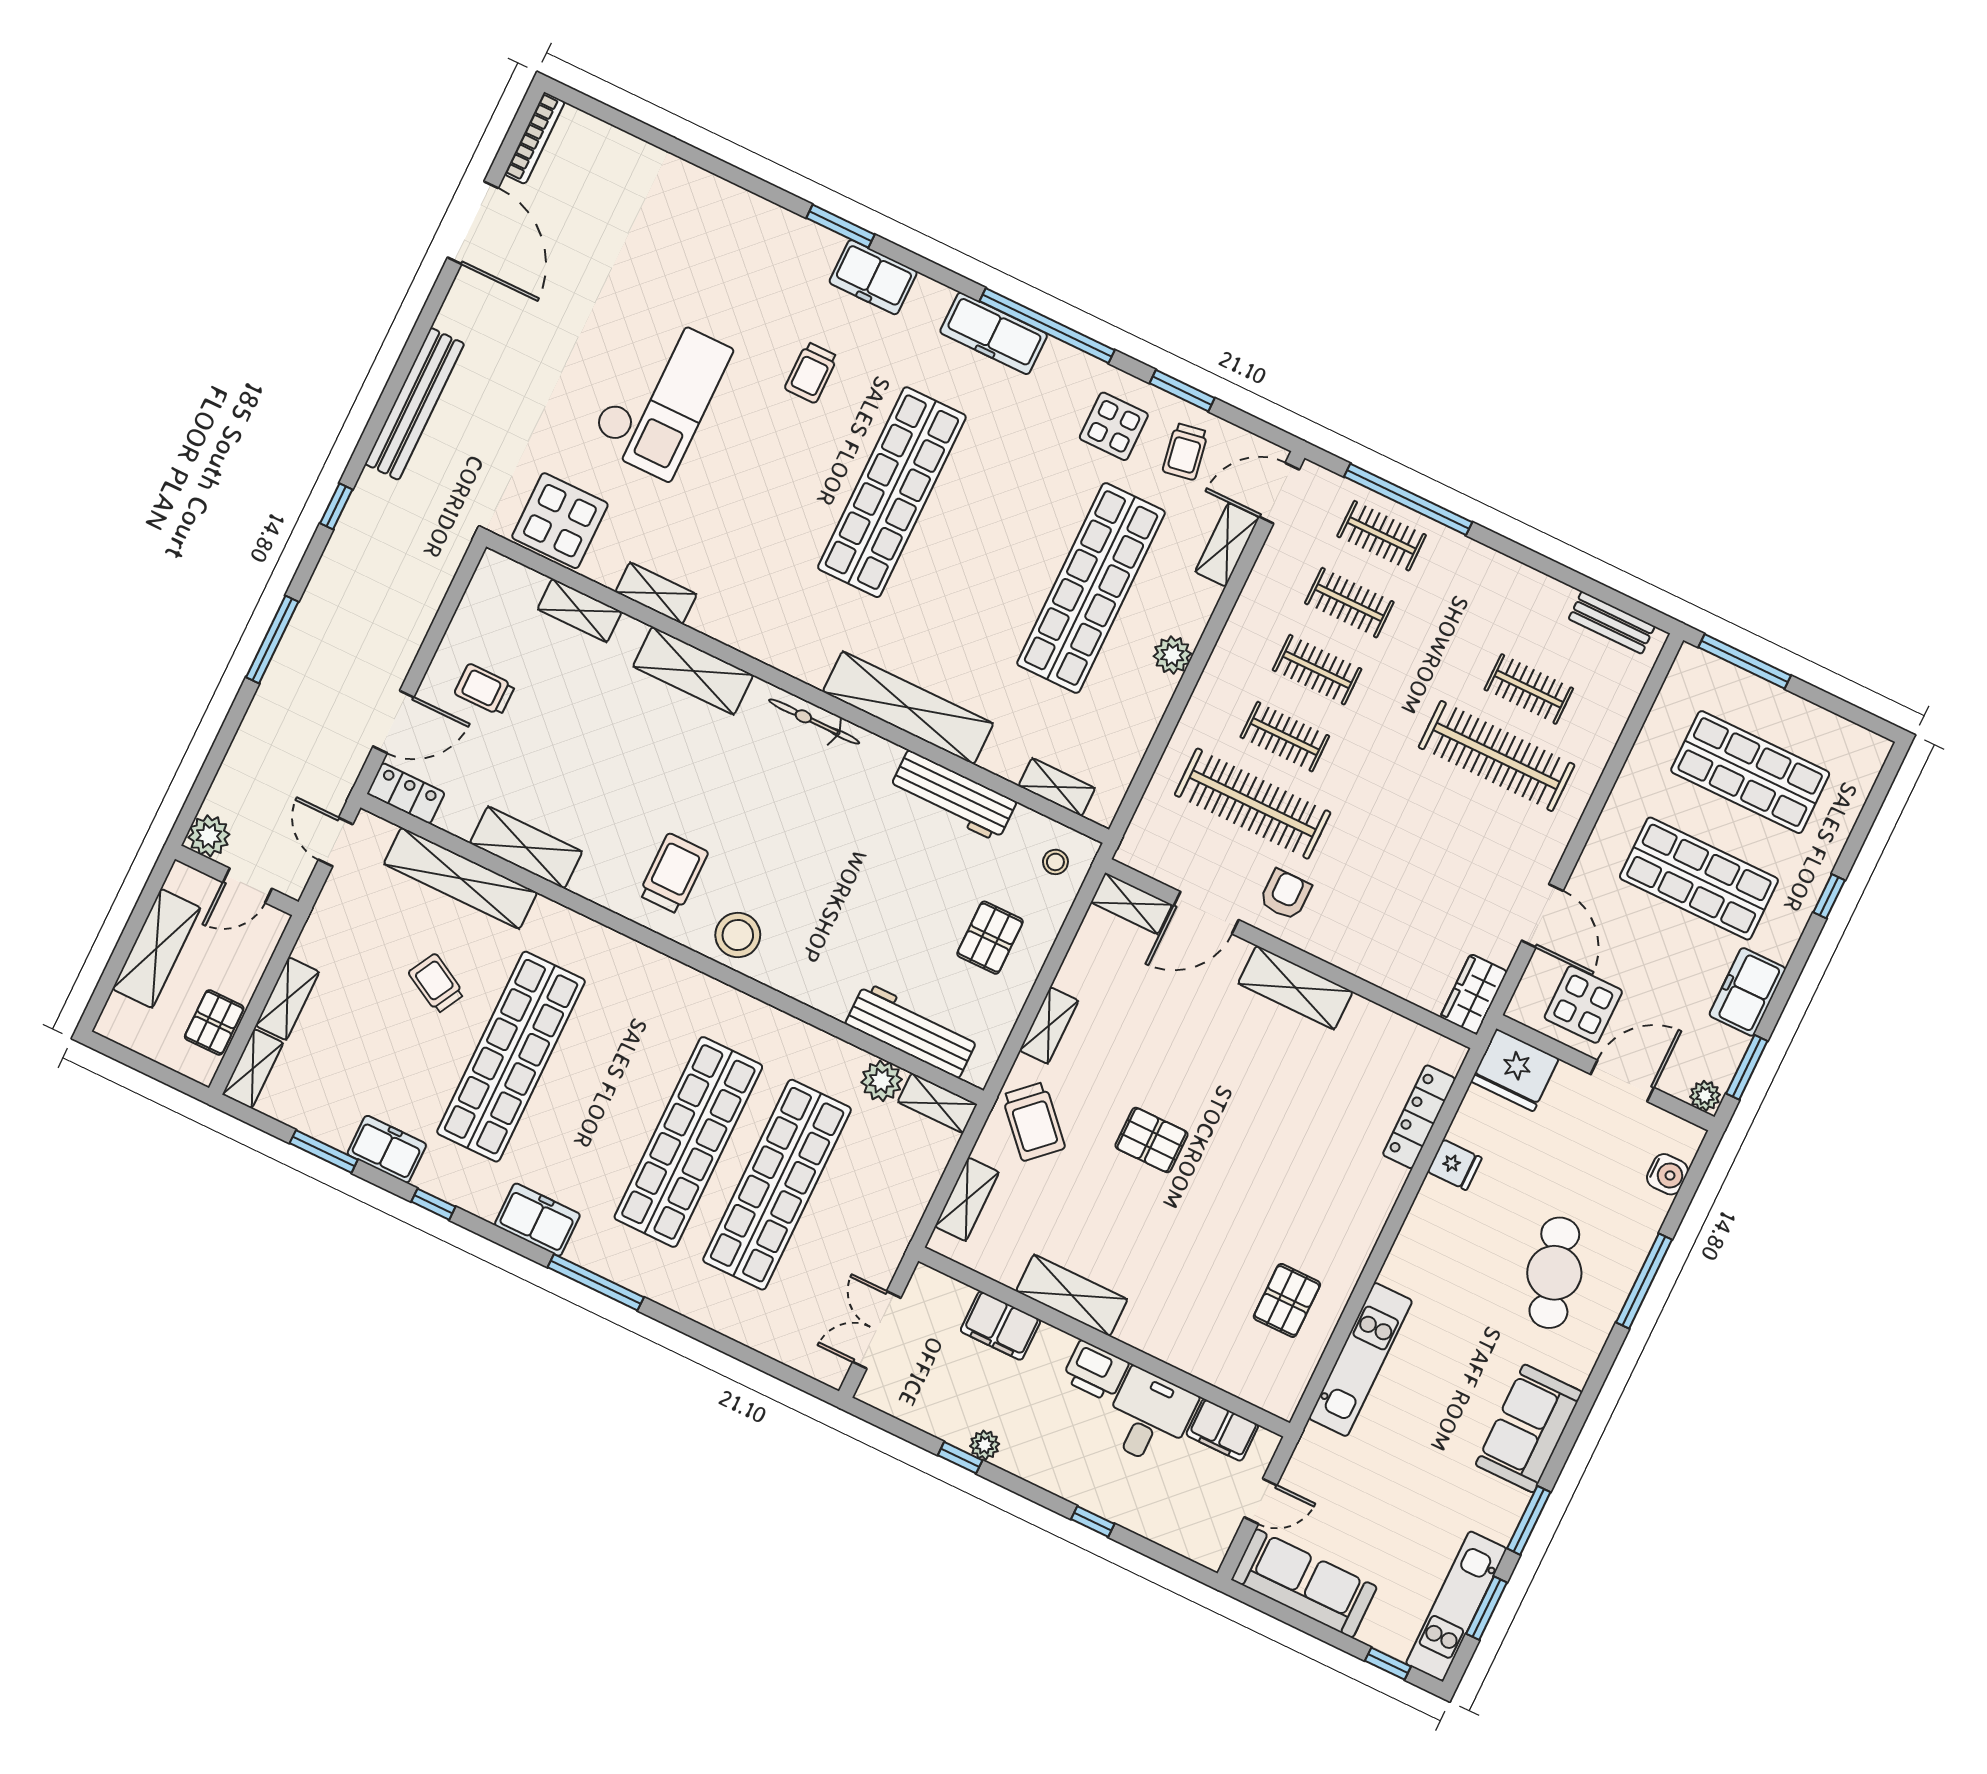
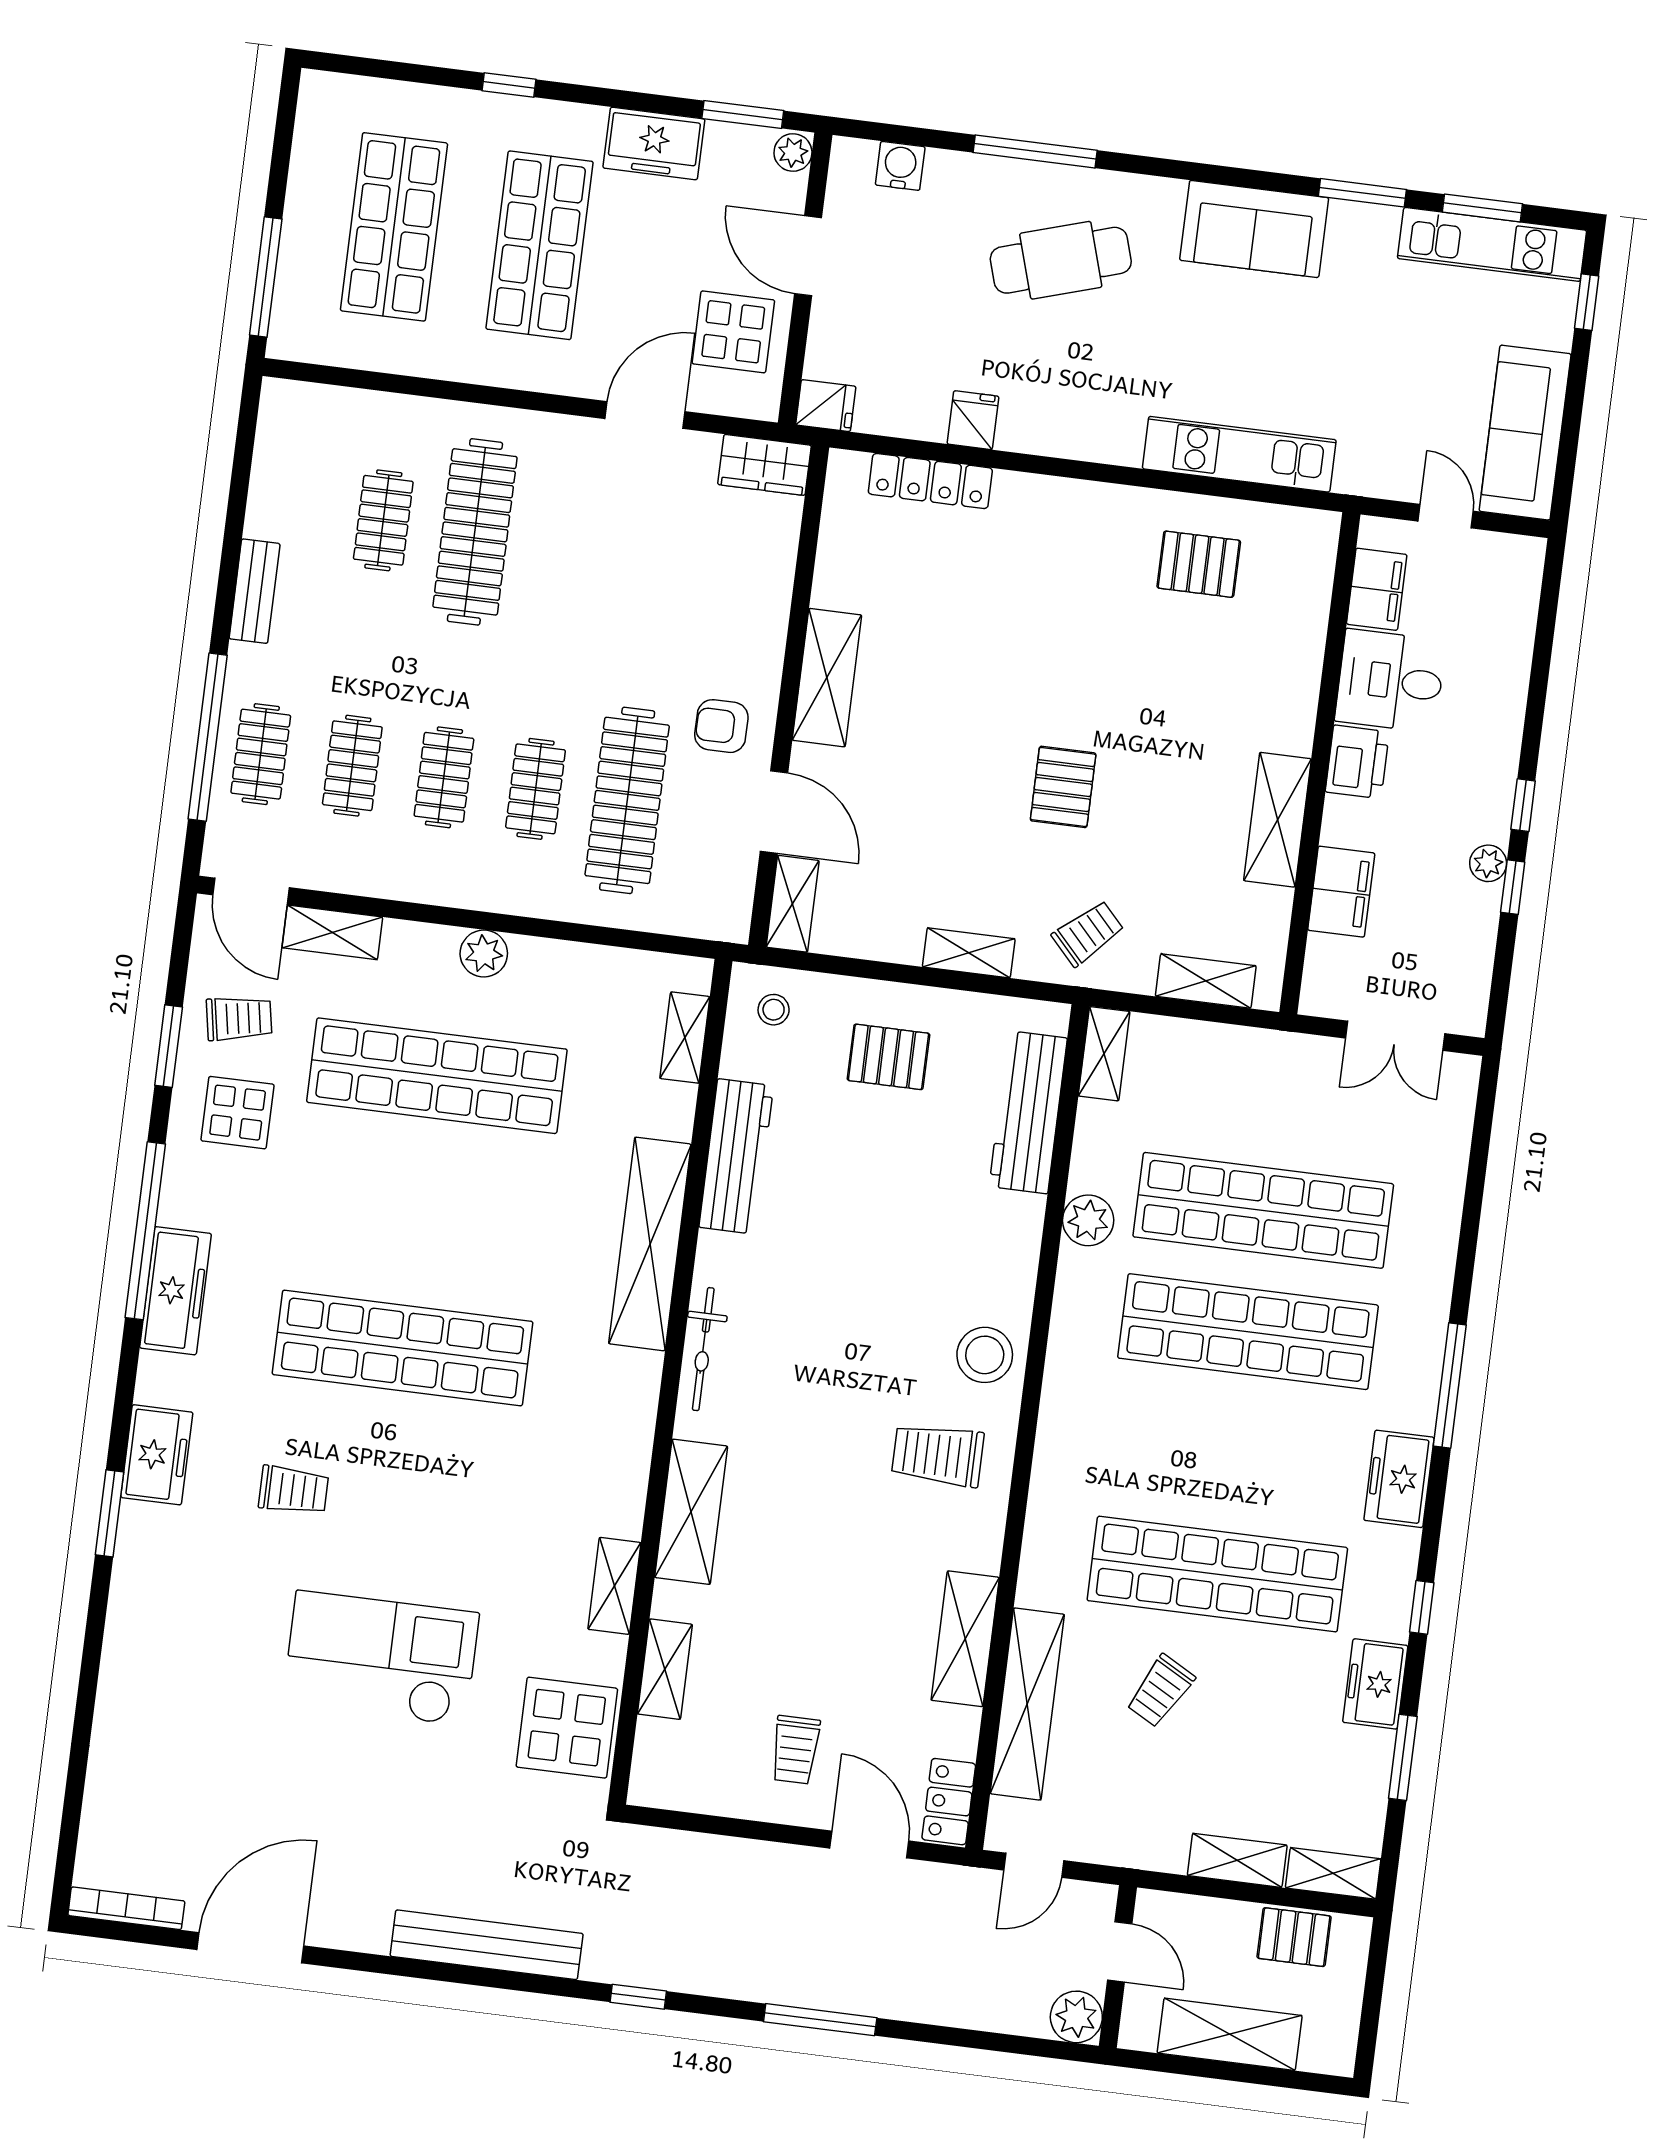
bench: (1612, 623) -> (255, 591), moved
fridge: (1515, 1070) -> (826, 406), width x0.53, depth x0.75
plant: (882, 1081) -> (1088, 1220), moved
trolley: (1033, 1122) -> (1088, 933), width x0.73, depth x0.72
window: (1093, 1521) -> (1523, 805), moved

